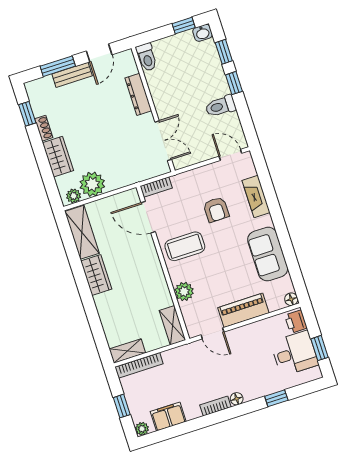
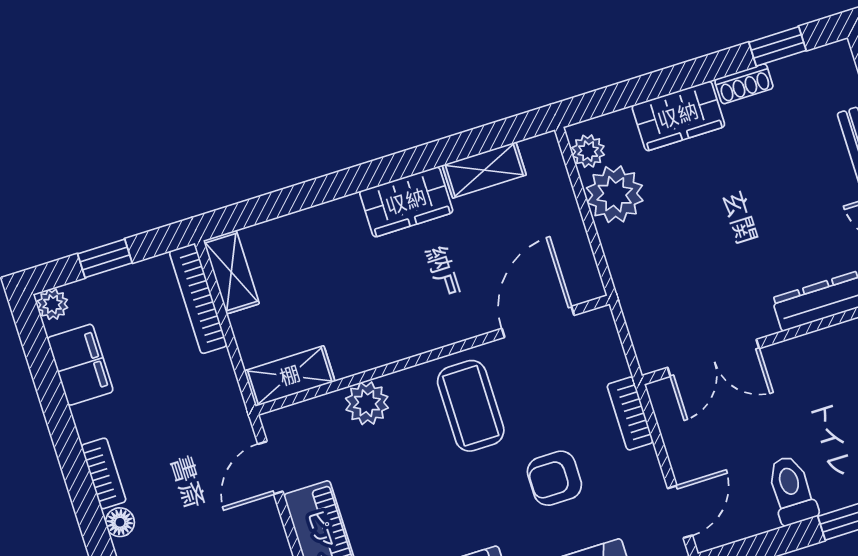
bookcase: (156, 187) -> (630, 413), moved
shelving: (82, 232) -> (484, 170), width x0.67, depth x0.75

